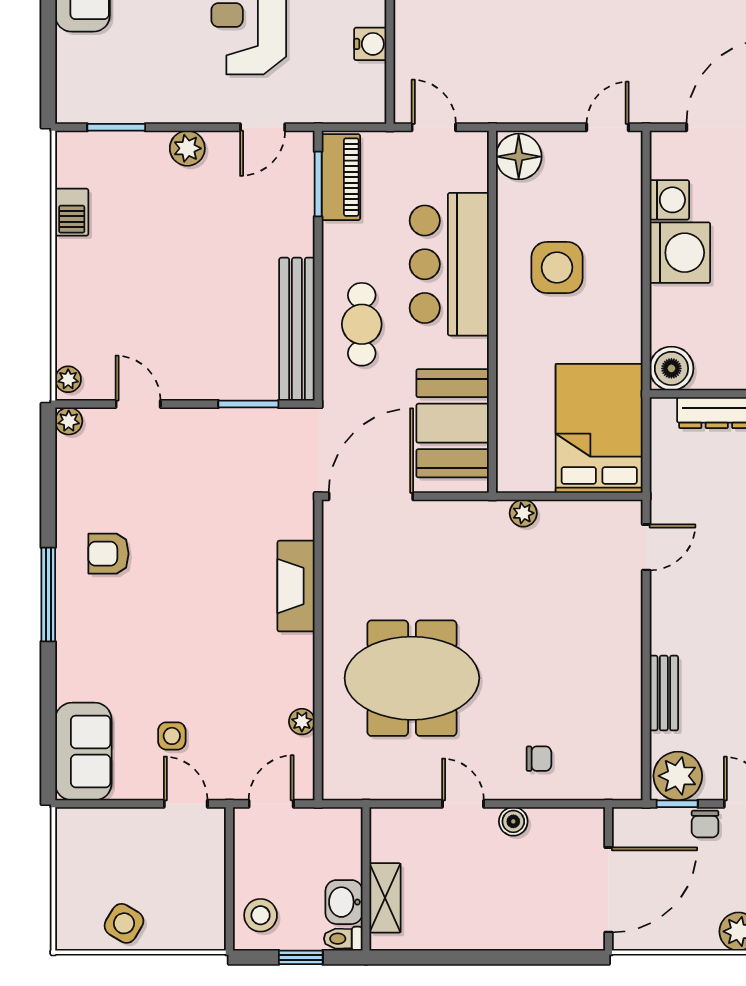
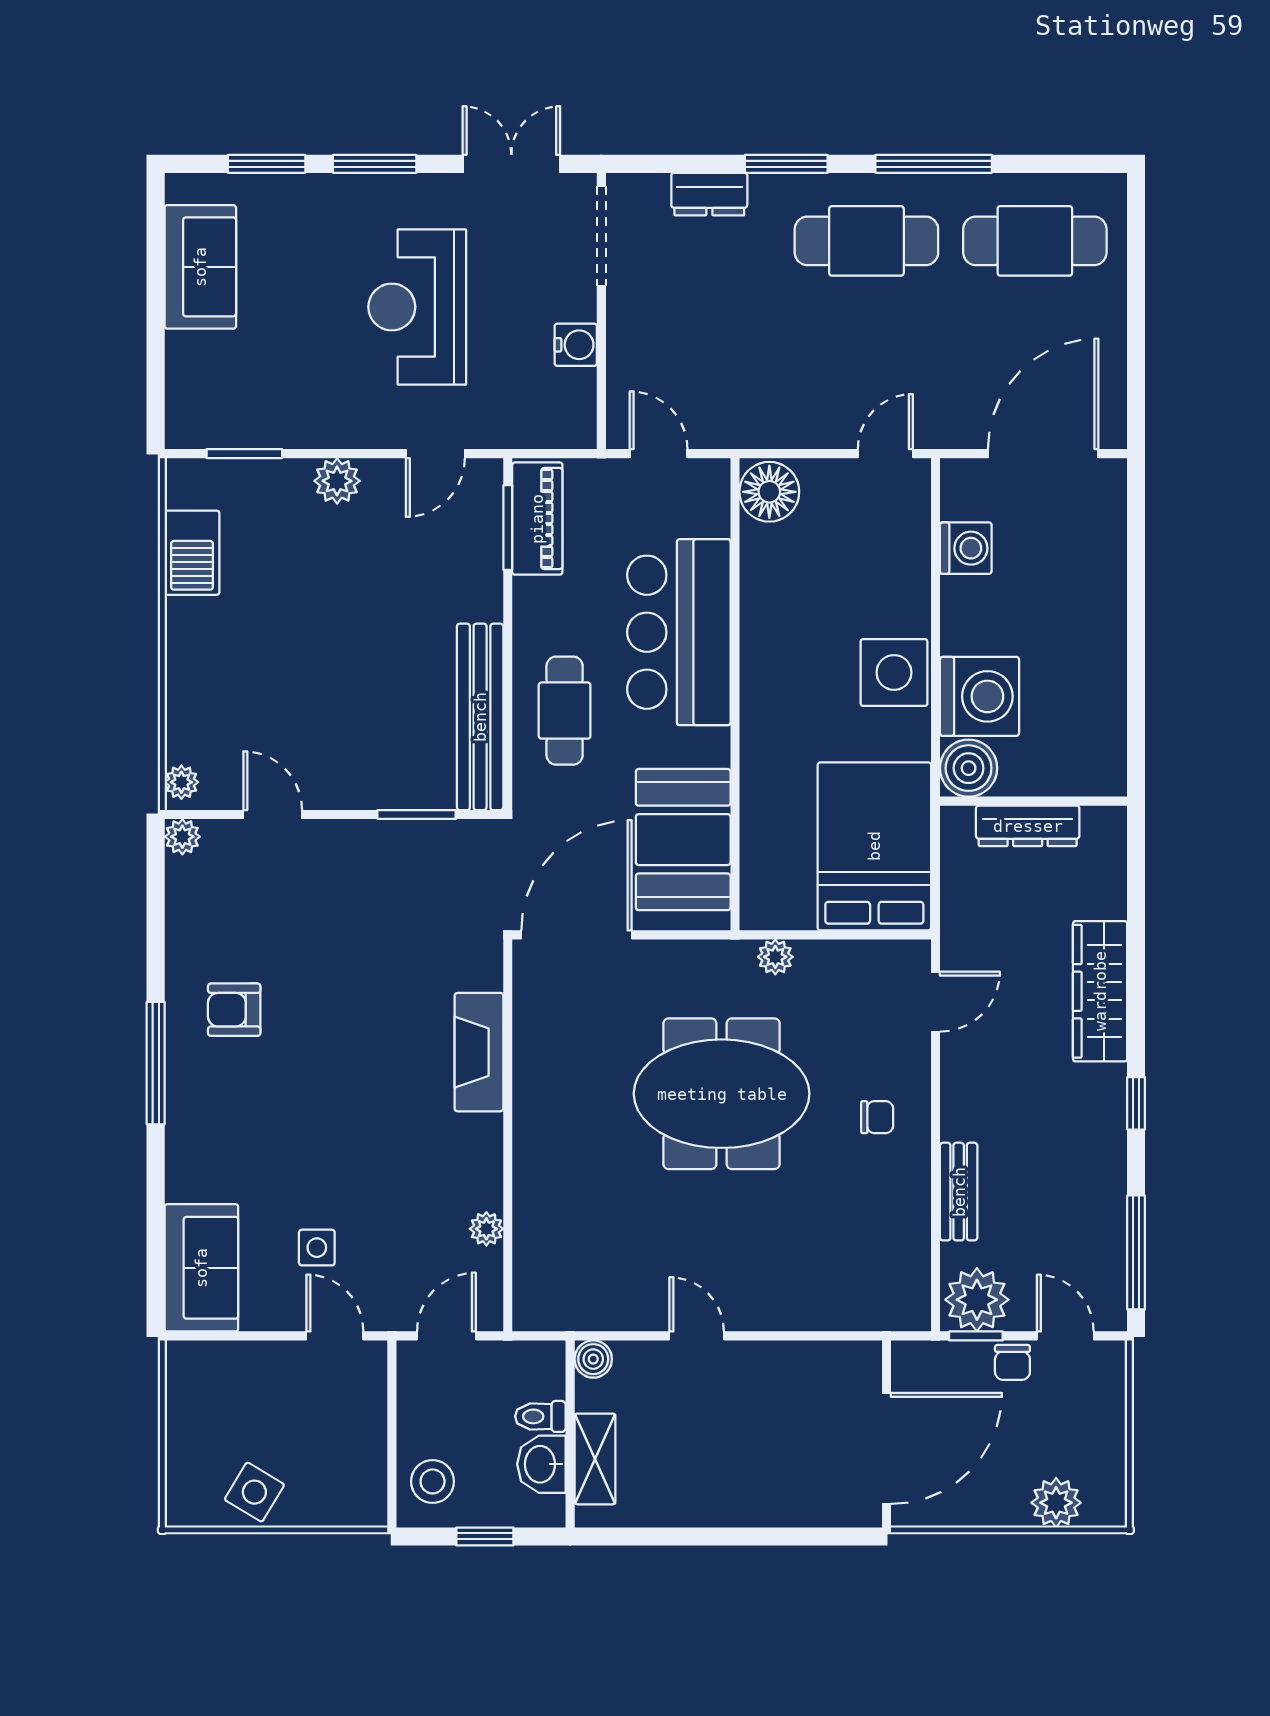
barbecue: (72, 212) -> (192, 553), width x1.38, depth x1.27
washing machine: (680, 253) -> (980, 696), moved
side table: (557, 267) -> (894, 672), moved
meeting table: (412, 678) -> (722, 1094), moved
chair: (539, 759) -> (877, 1117), moved
boiler: (513, 821) -> (593, 1359), moved
toilet: (343, 939) -> (540, 1416), moved

